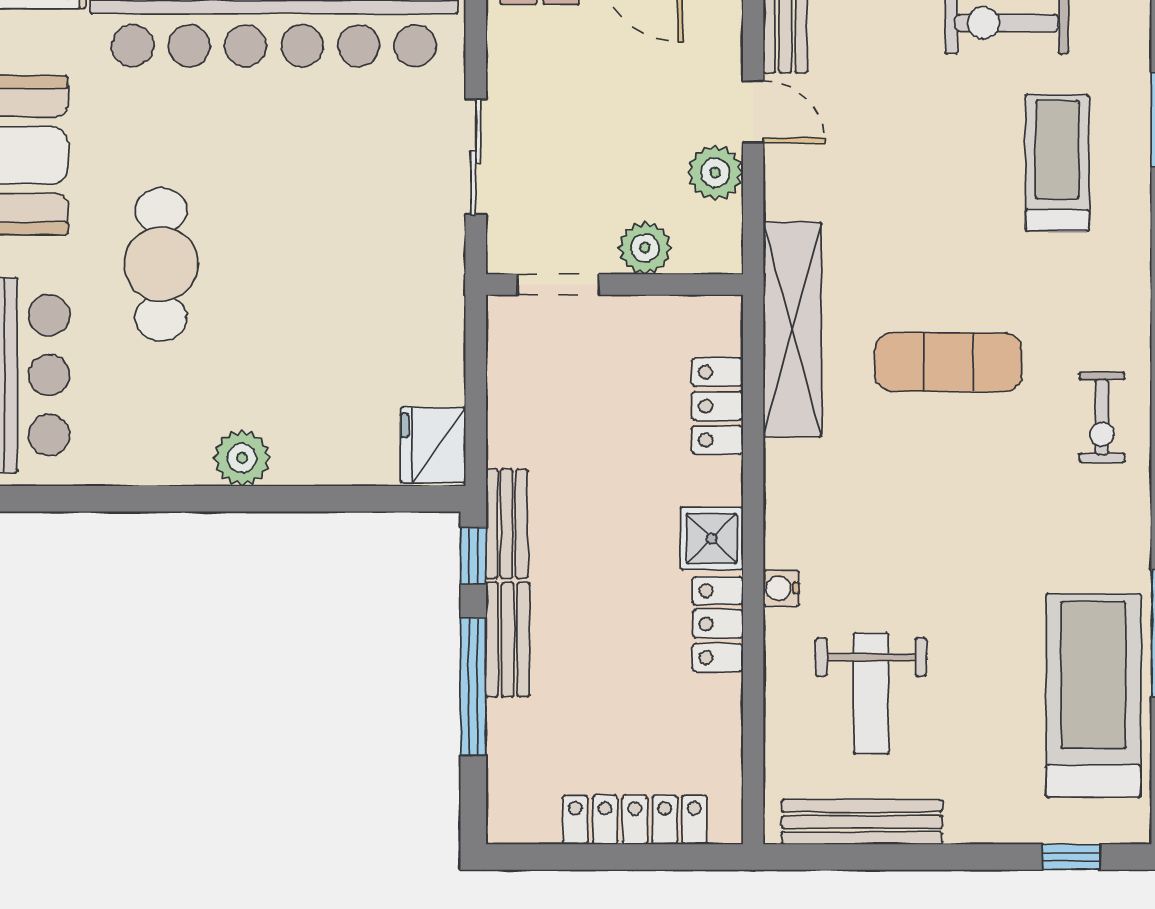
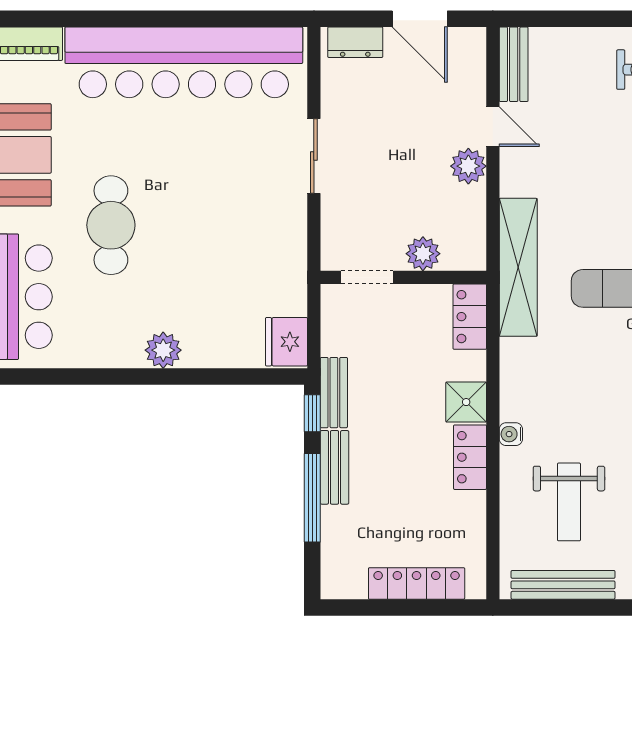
plant: (645, 248) -> (423, 254), moved
doorway: (558, 284) -> (367, 277), moved
wall: (614, 284) -> (403, 277), moved

